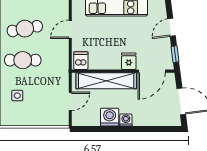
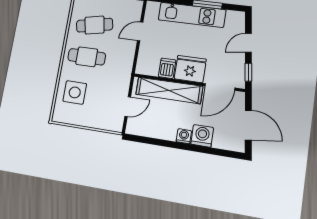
dishwasher: (81, 61) -> (167, 68), moved
fridge: (129, 61) -> (190, 69), width x1.88, depth x1.34
side table: (17, 96) -> (75, 92), width x1.87, depth x1.87
washing machine: (110, 117) -> (202, 136), moved

